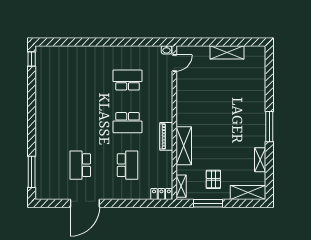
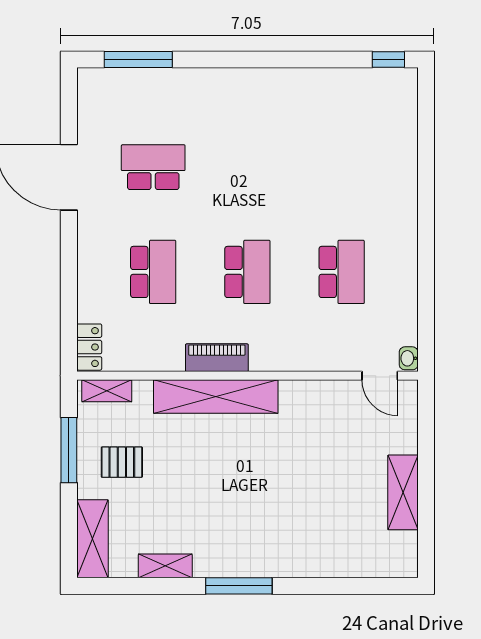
school desk: (128, 123) -> (247, 272), turned 180
shelving: (184, 146) -> (216, 397), width x1.47
school desk: (128, 165) -> (153, 272), turned -90

